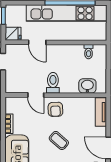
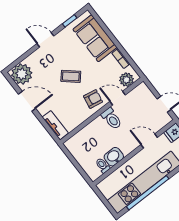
washbasin: (87, 86) -> (114, 157), moved, turned 180
plant: (17, 104) -> (127, 80), added
armchair: (55, 109) -> (93, 99), turned 103

